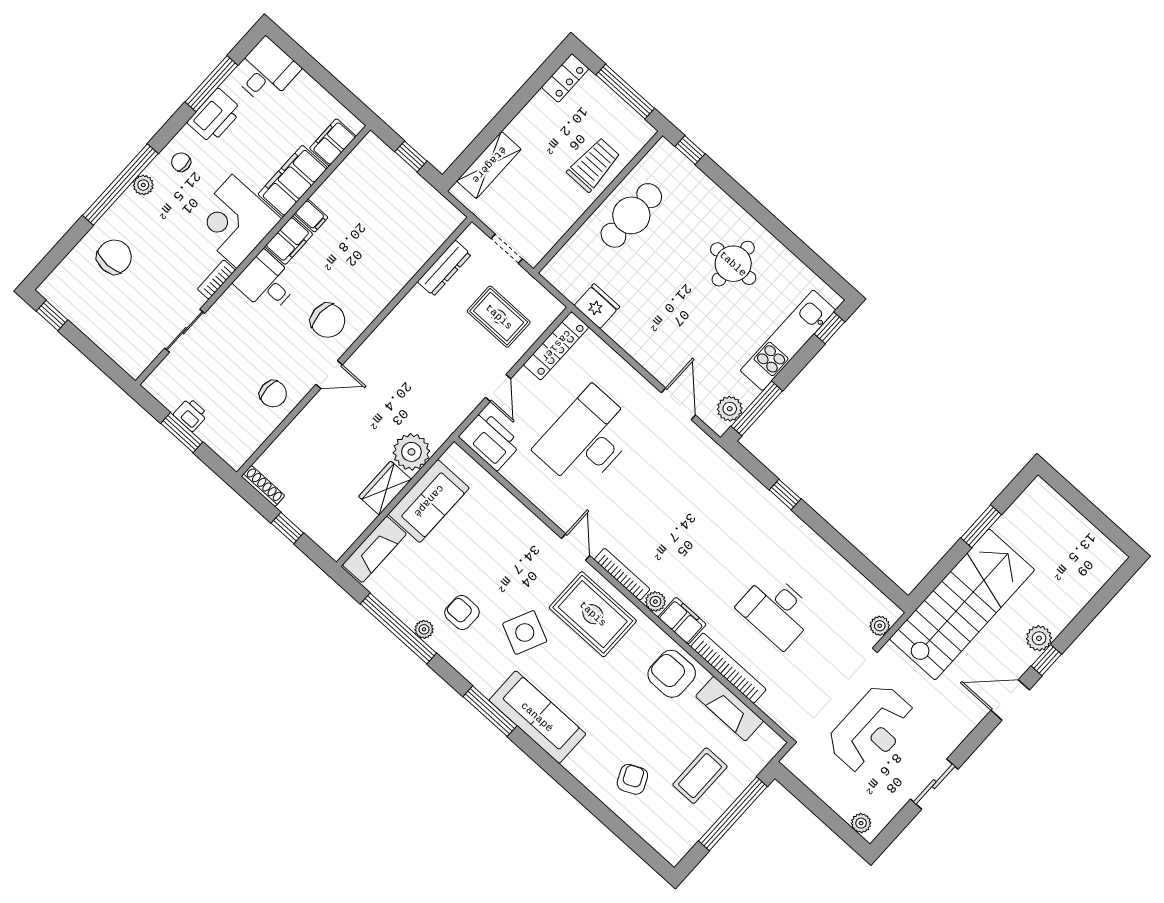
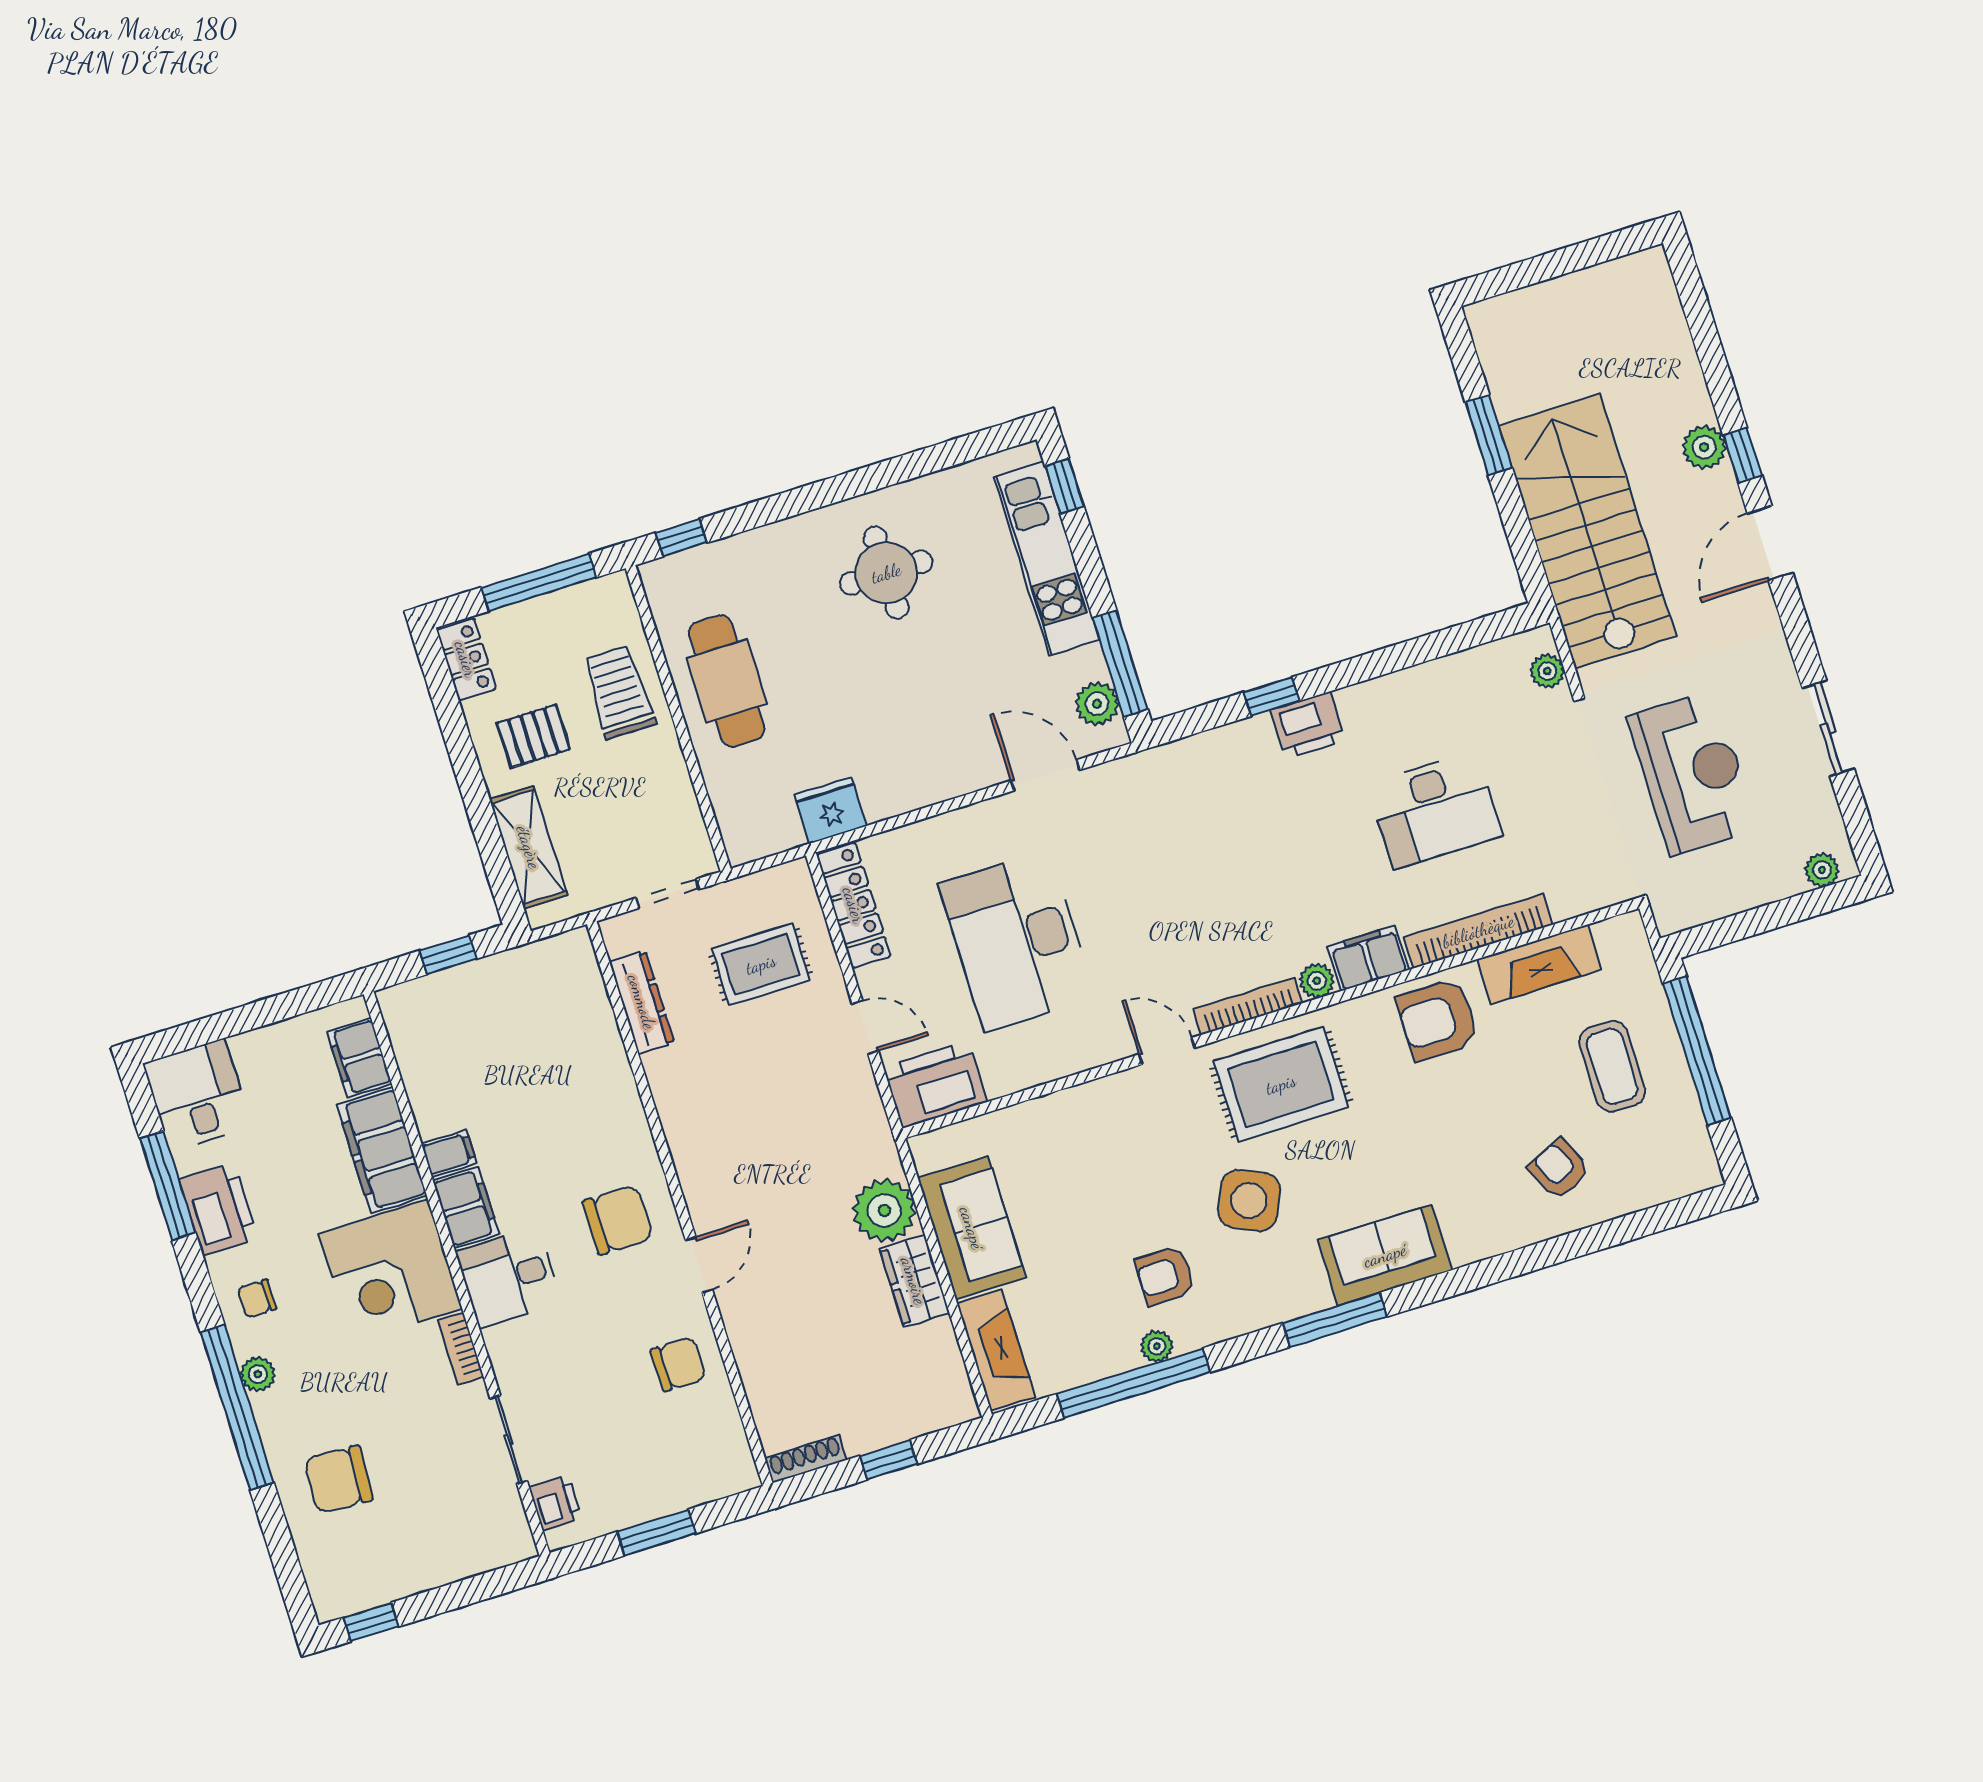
pallet: (546, 135) -> (533, 736), added
chair: (114, 257) -> (339, 1479), turned -87
printer: (191, 415) -> (555, 1503), moved, turned 90
printer: (781, 521) -> (1308, 725), added
sofa: (537, 717) -> (1385, 1255), width x0.73

